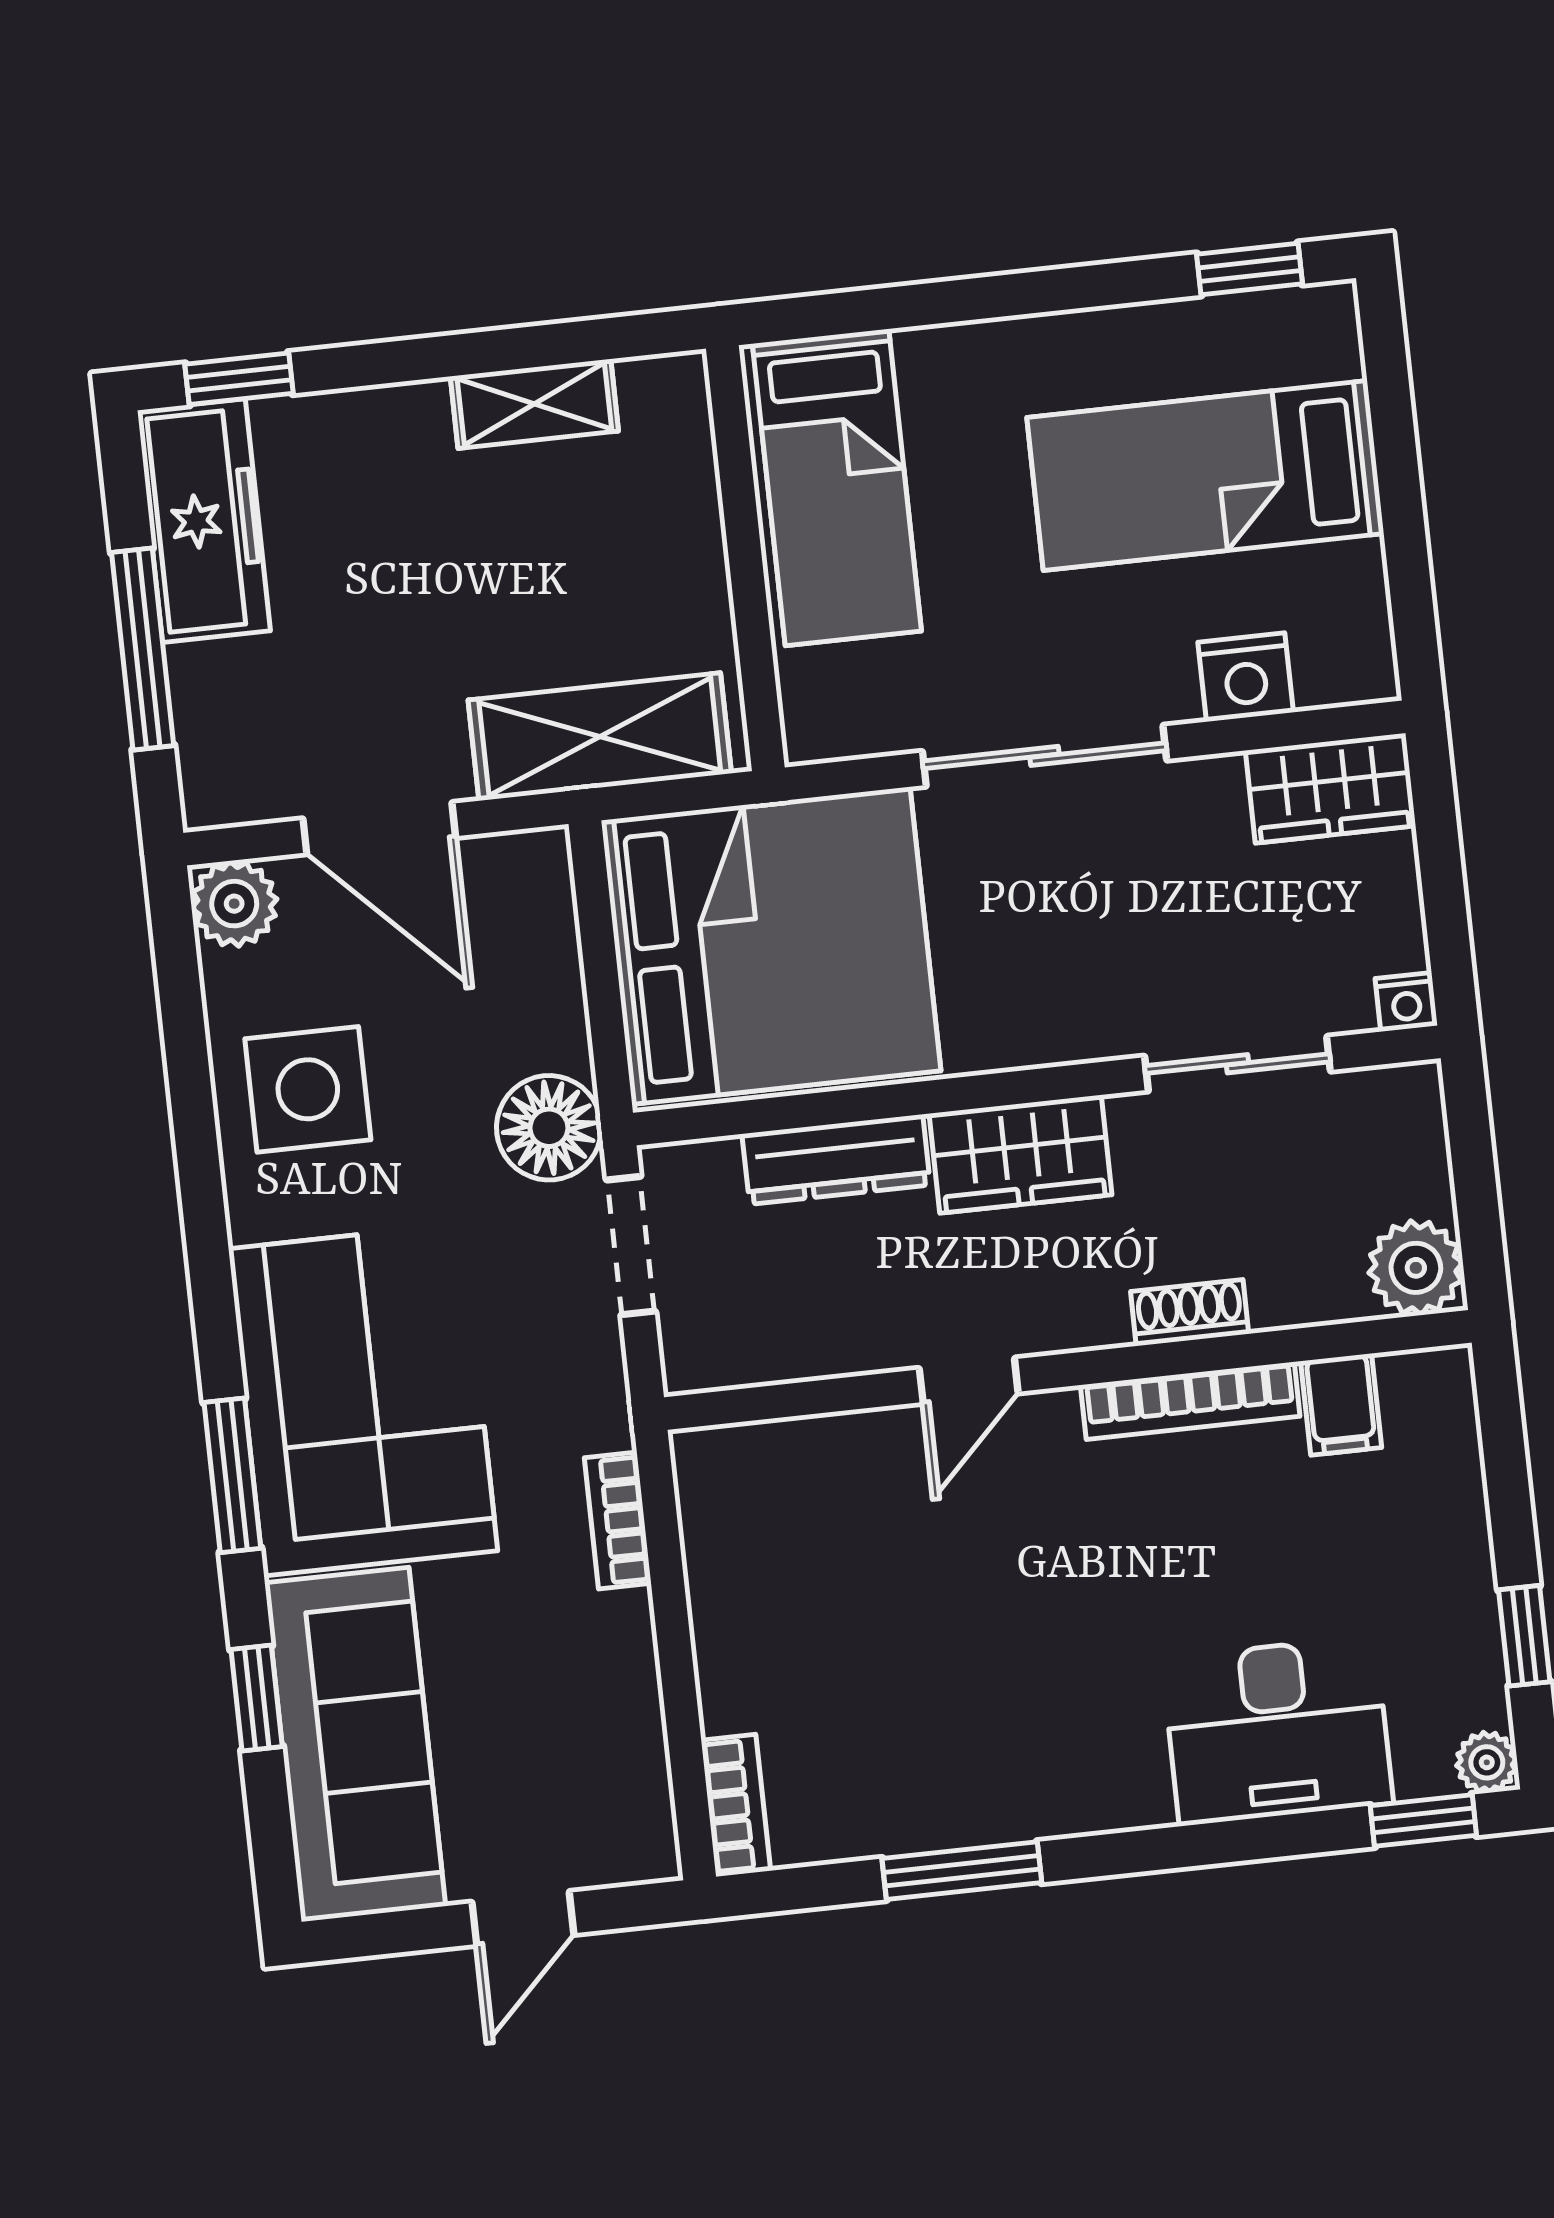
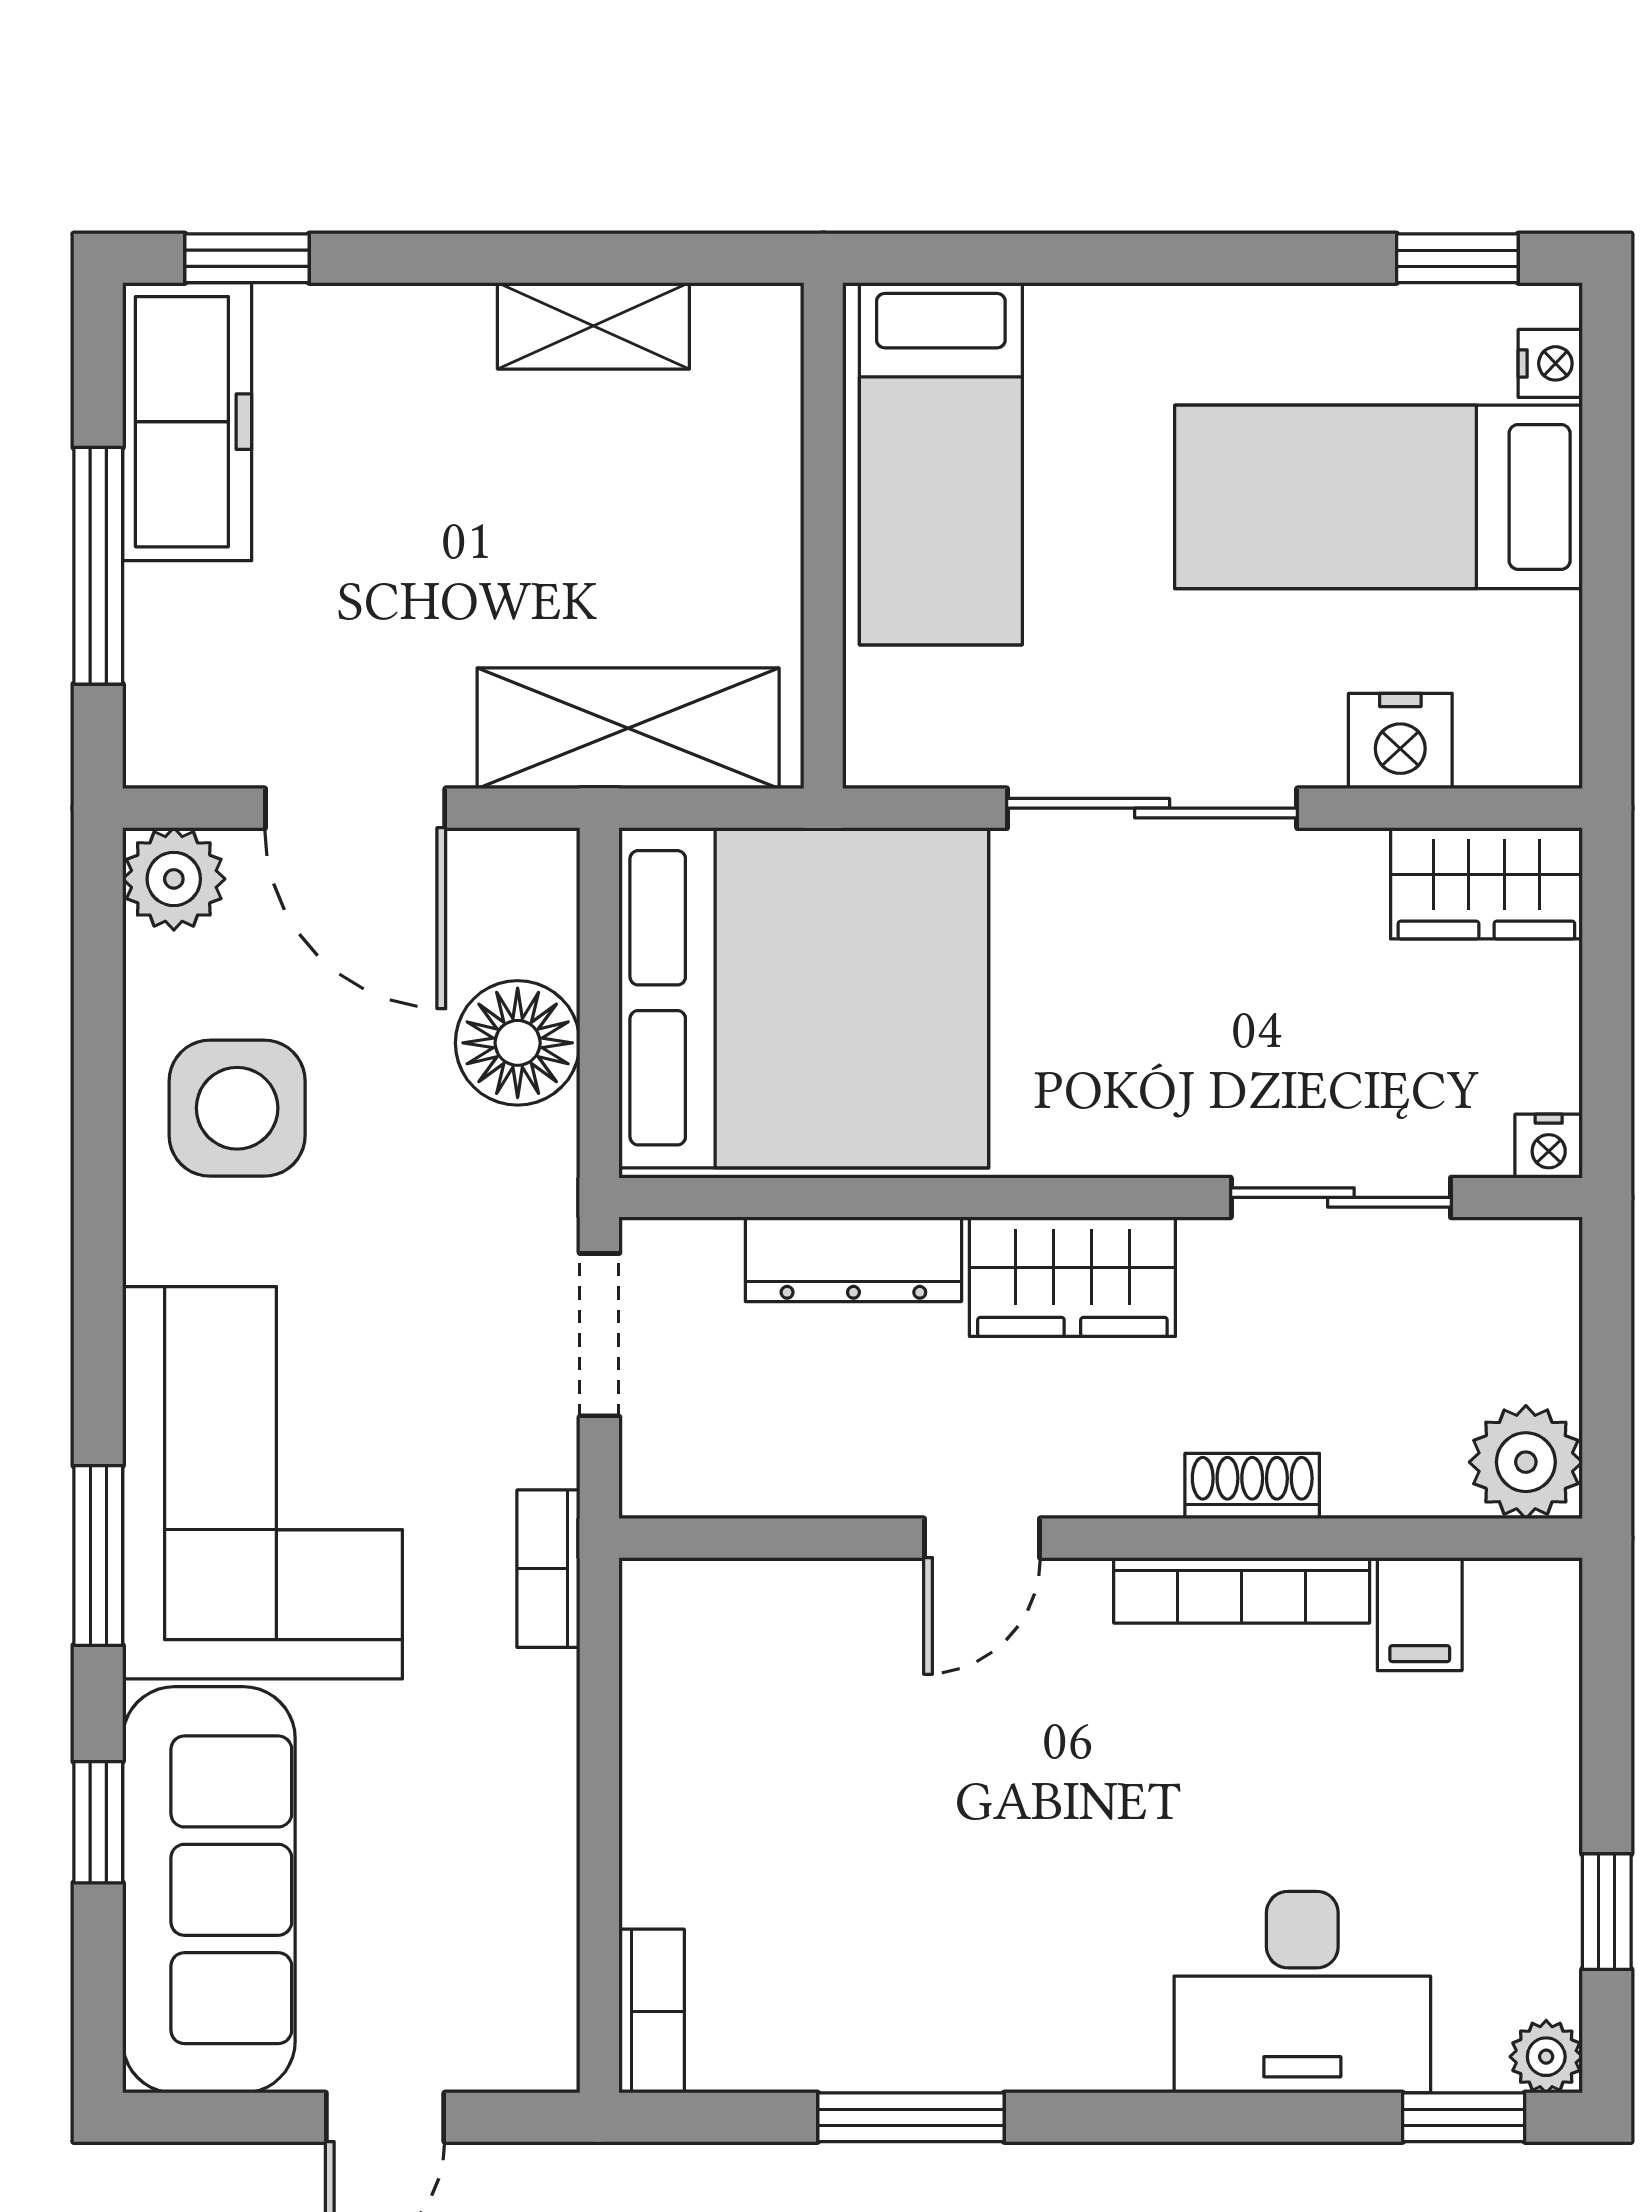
nightstand: (1337, 348) -> (1550, 363), added
floor lamp: (549, 1128) -> (518, 1043), moved
bookcase: (618, 1521) -> (548, 1569), moved

